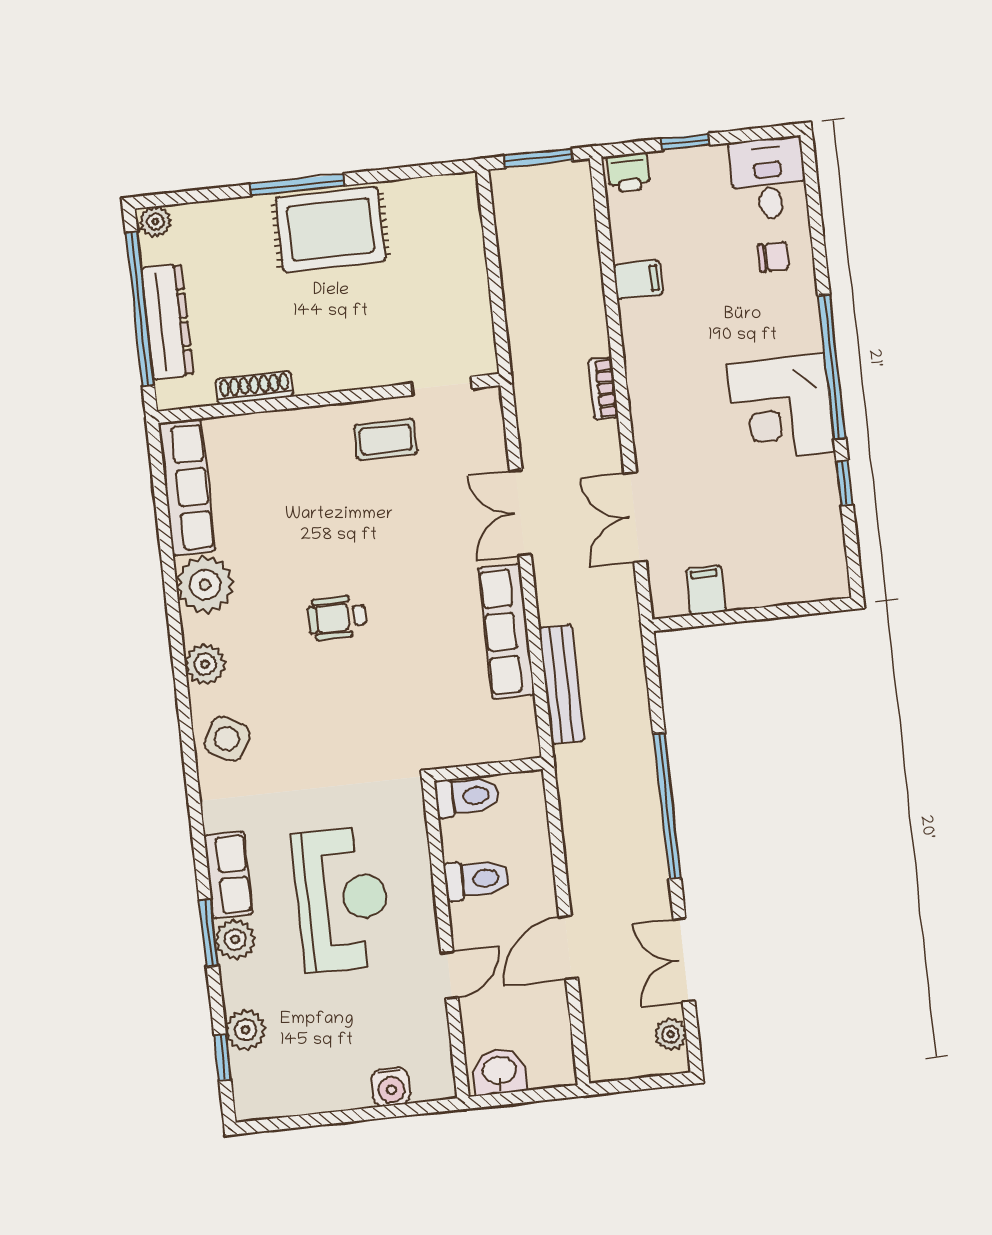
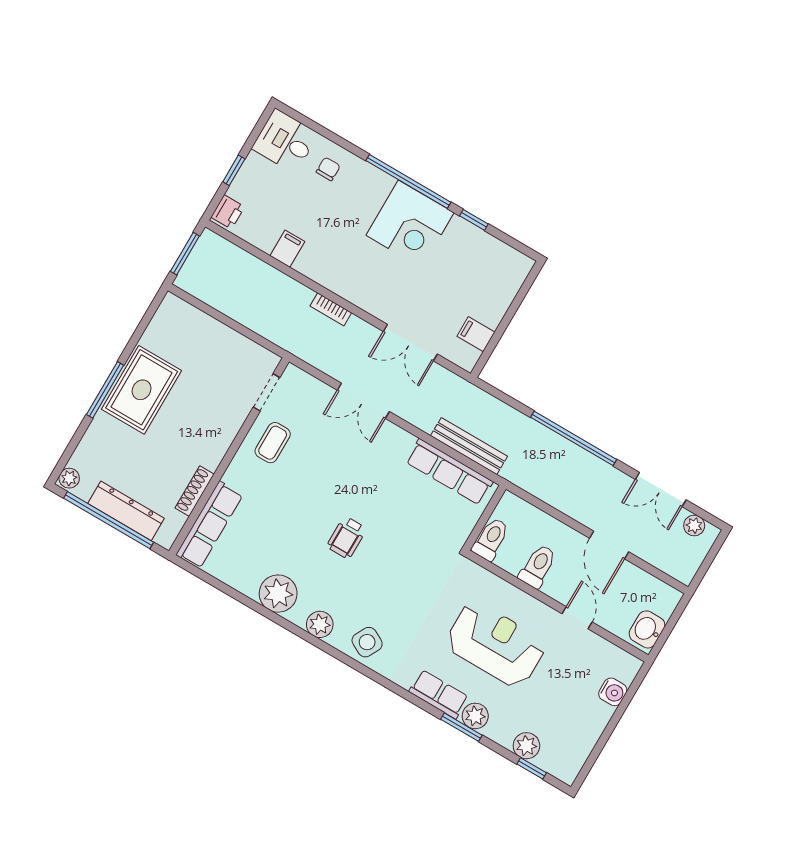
row of seats: (187, 488) -> (209, 525), moved, turned 90
row of seats: (506, 631) -> (449, 472), moved

